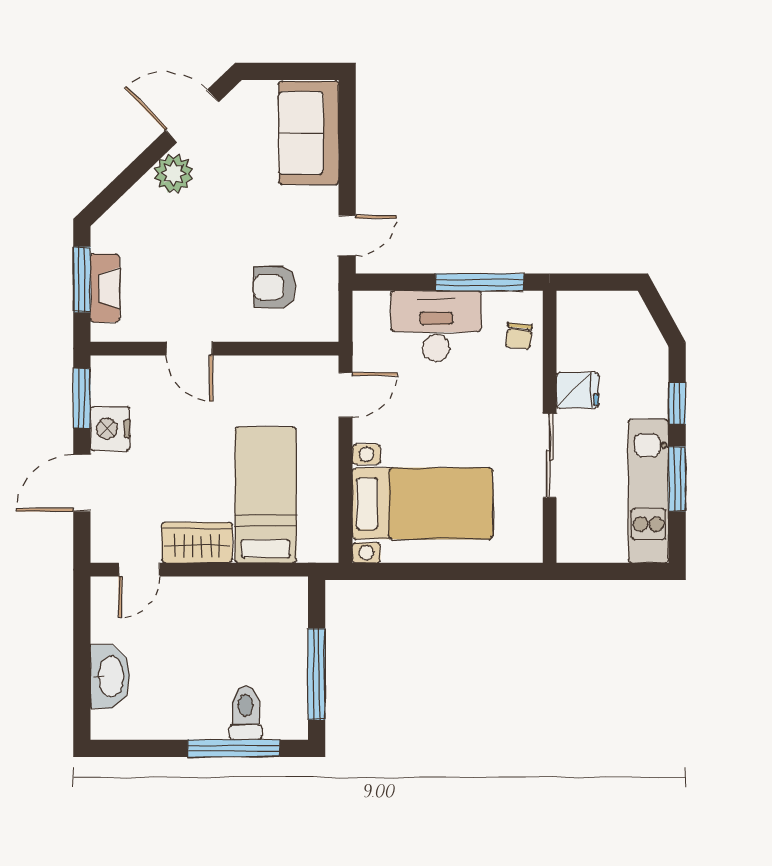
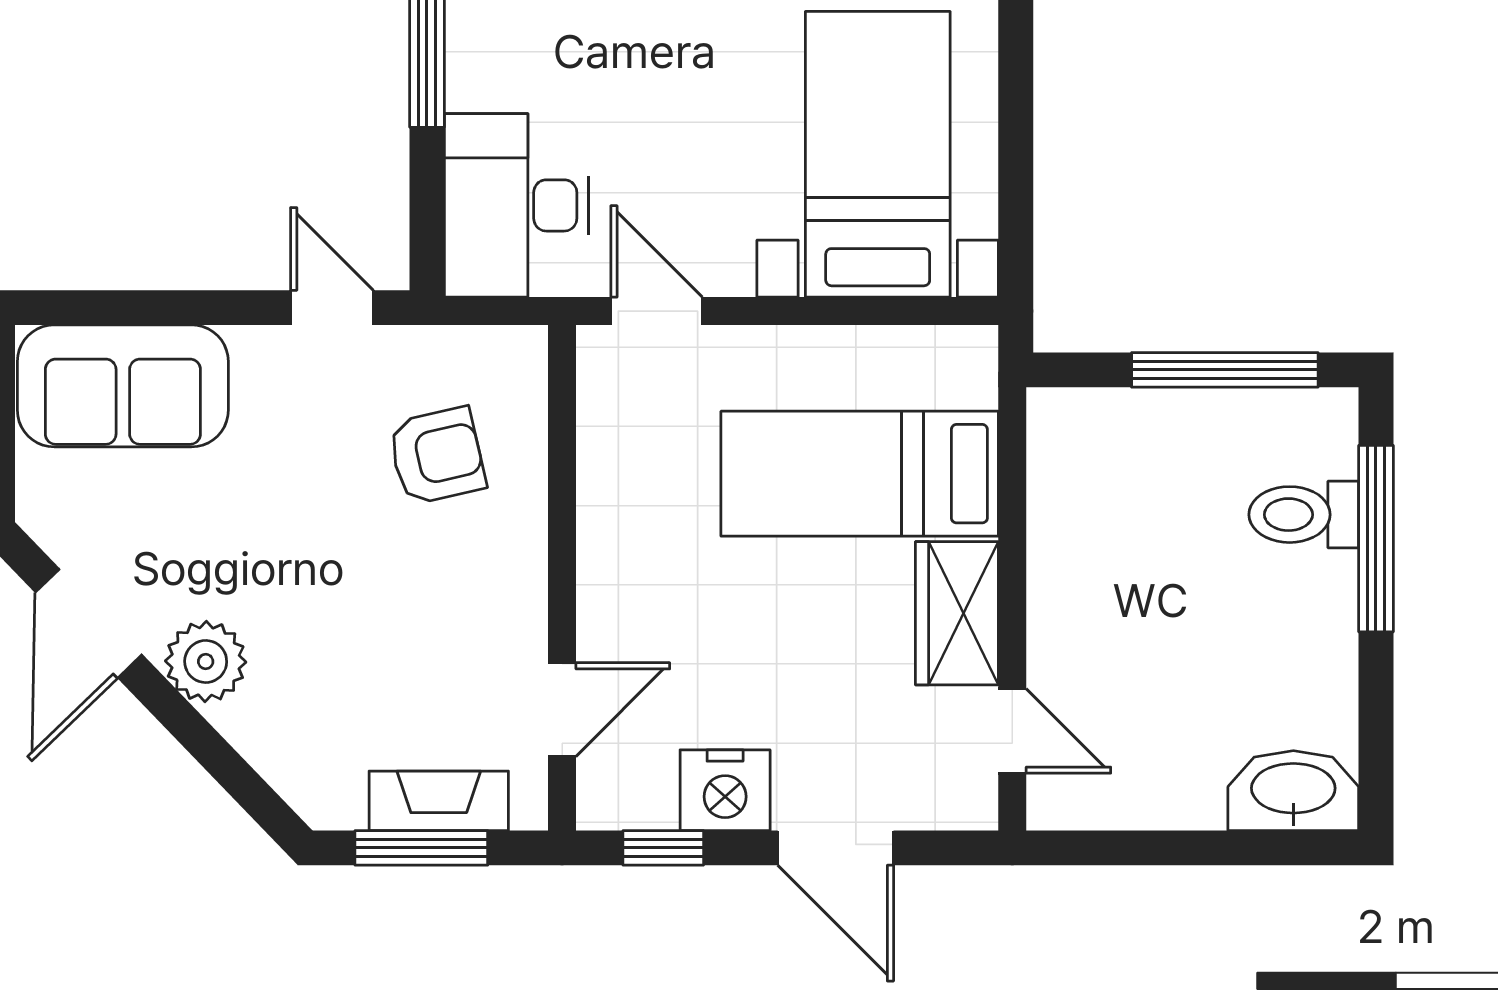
armchair: (274, 287) -> (437, 456), turned -103
desk: (436, 326) -> (516, 205), moved
door: (189, 349) -> (562, 710), moved
window: (82, 398) -> (663, 848), width x0.67
washbasin: (110, 676) -> (1293, 791), moved

